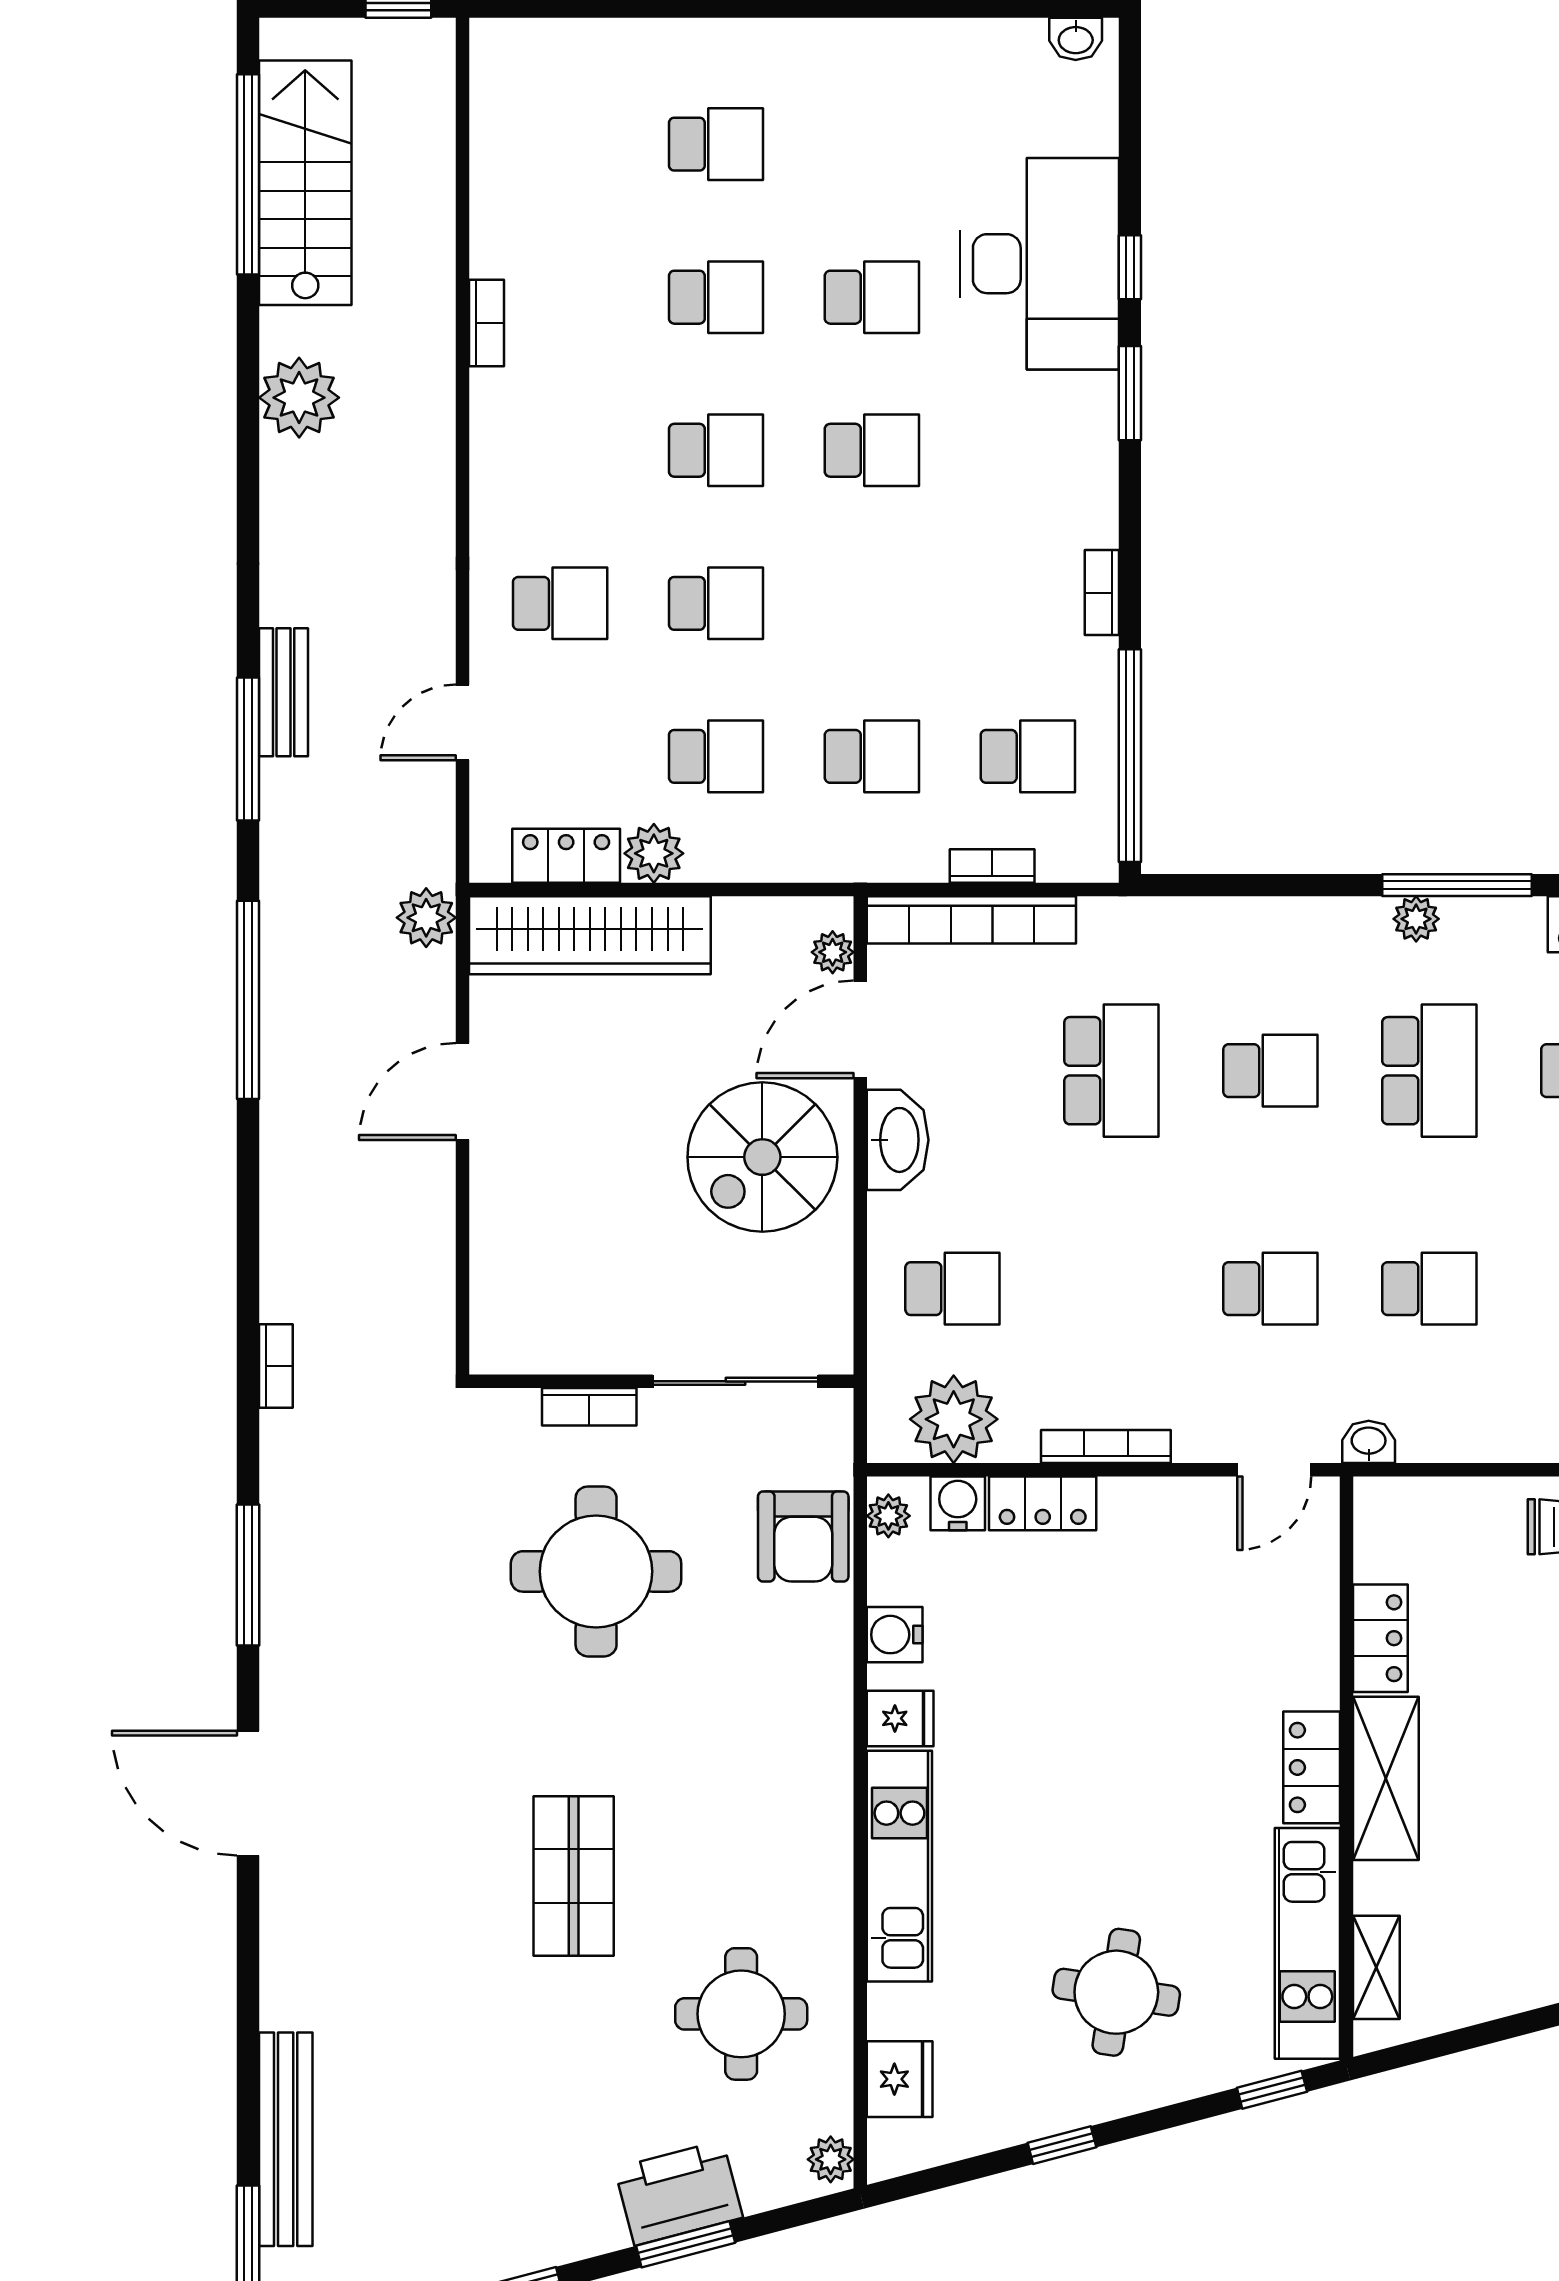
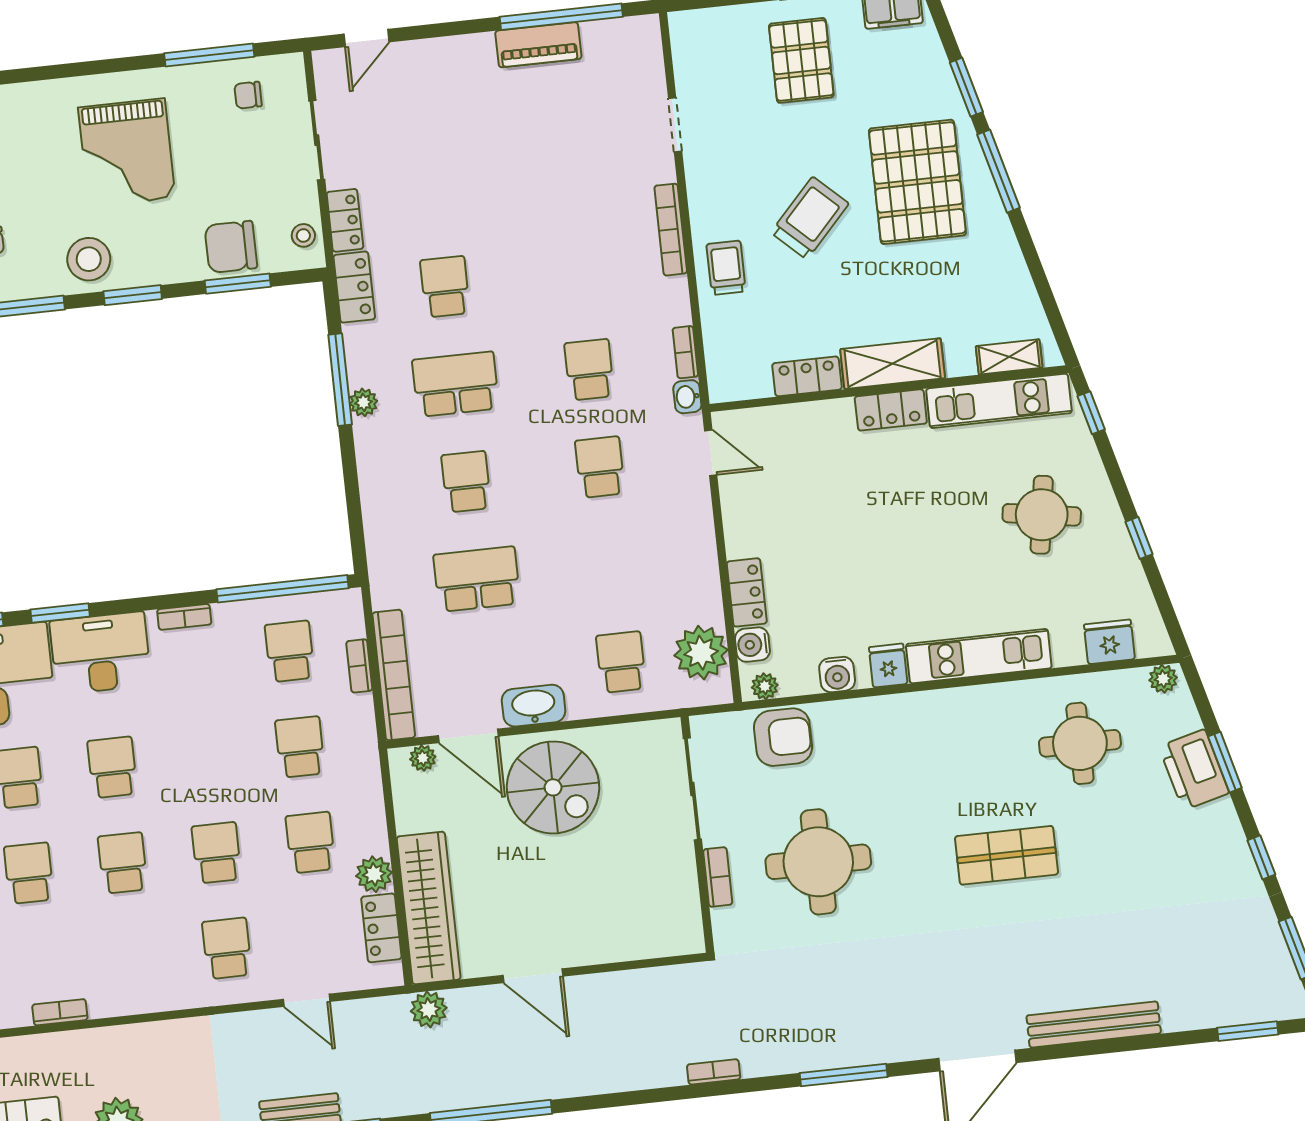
desk: (1058, 451) -> (100, 653), added
bookcase: (1106, 1446) -> (685, 352), moved, width x0.64
bench: (286, 2139) -> (1094, 1024), moved

